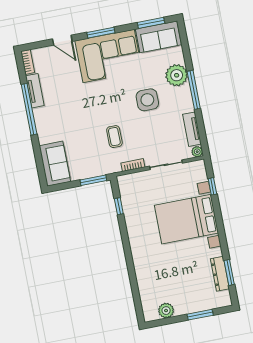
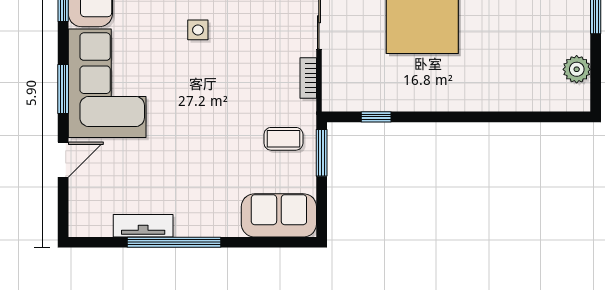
bookcase: (28, 62) -> (90, 228), removed
side table: (147, 100) -> (198, 30), width x0.54, depth x0.54
coffee table: (114, 137) -> (283, 139), moved

